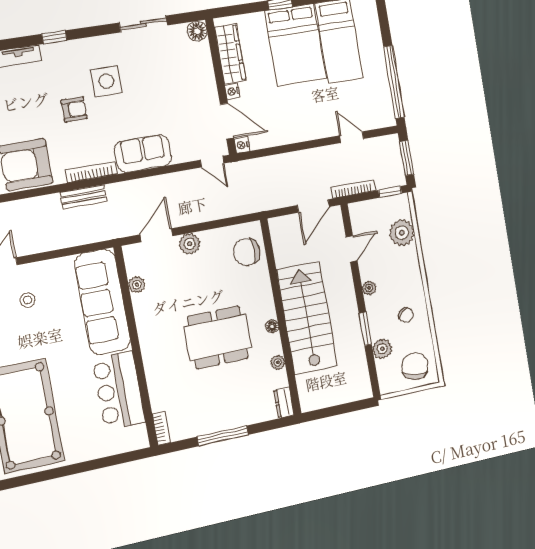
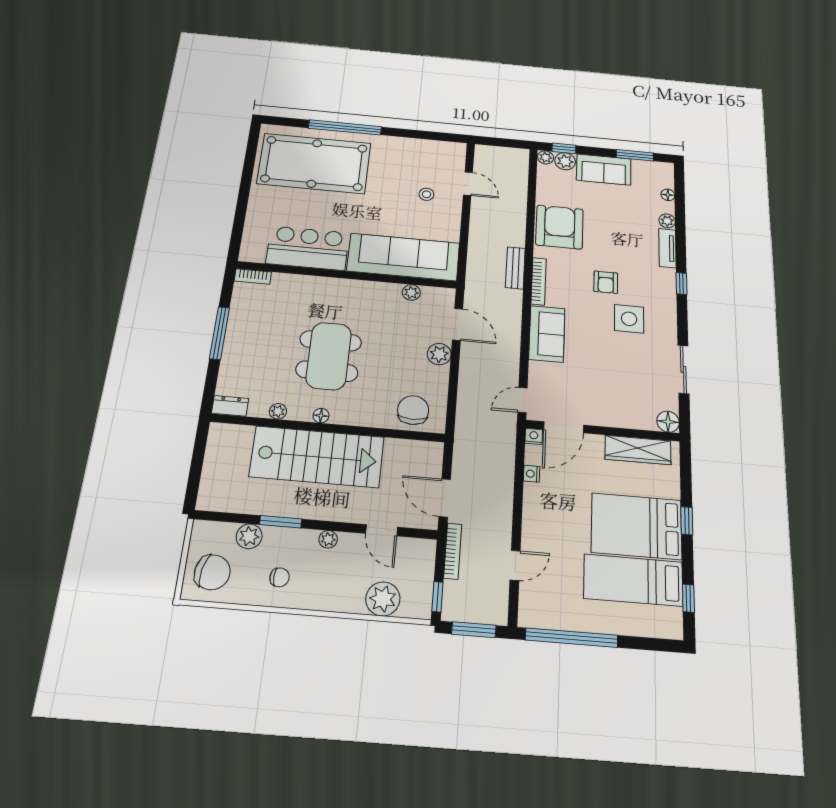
nightstand: (232, 91) -> (532, 474), moved, turned -90
chair: (406, 315) -> (280, 577), turned -139

